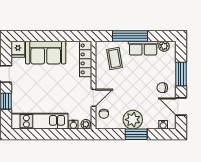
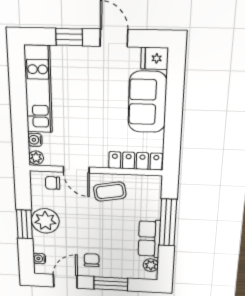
coffee table: (115, 59) -> (110, 192), moved

